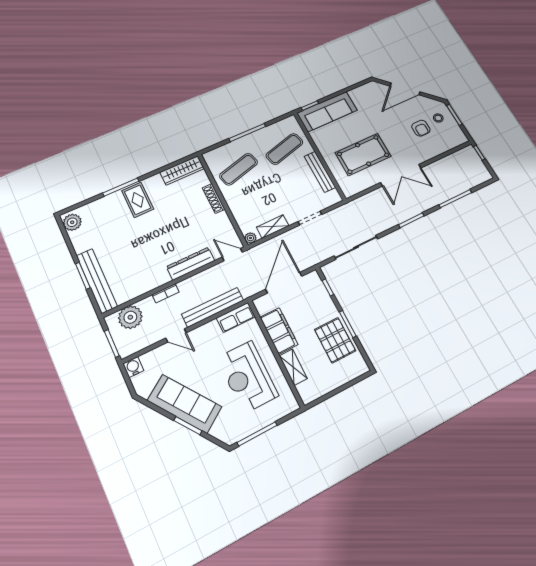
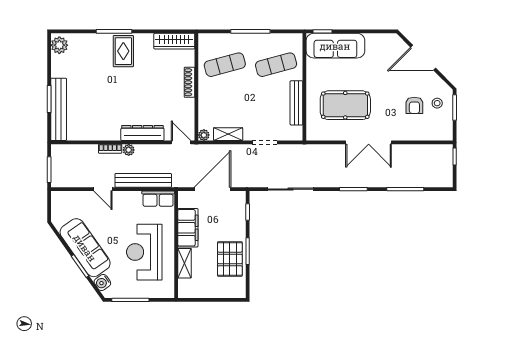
plant: (130, 317) -> (129, 150), moved, width x0.53, depth x0.53
water cooler: (133, 367) -> (102, 282), moved, turned -125

